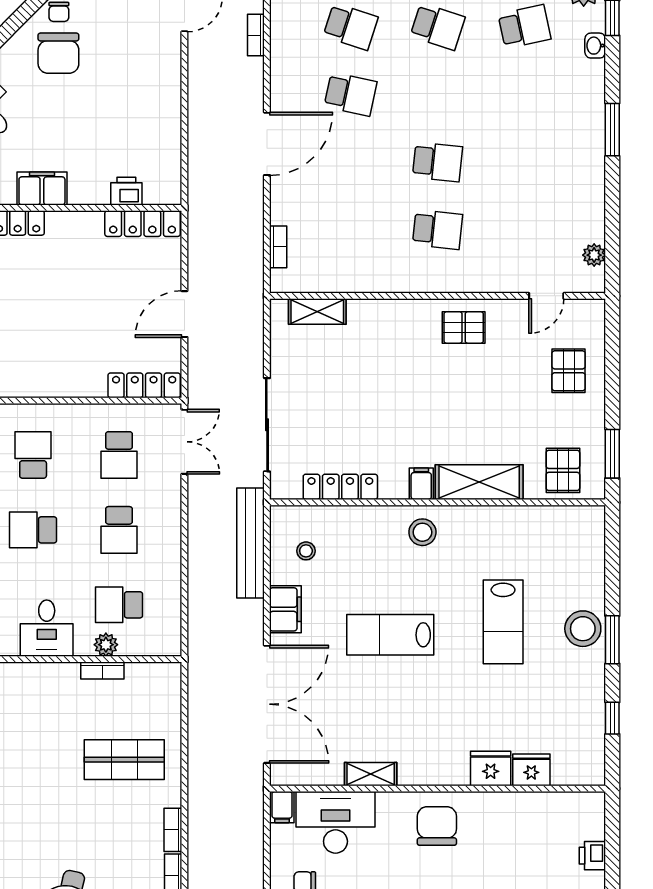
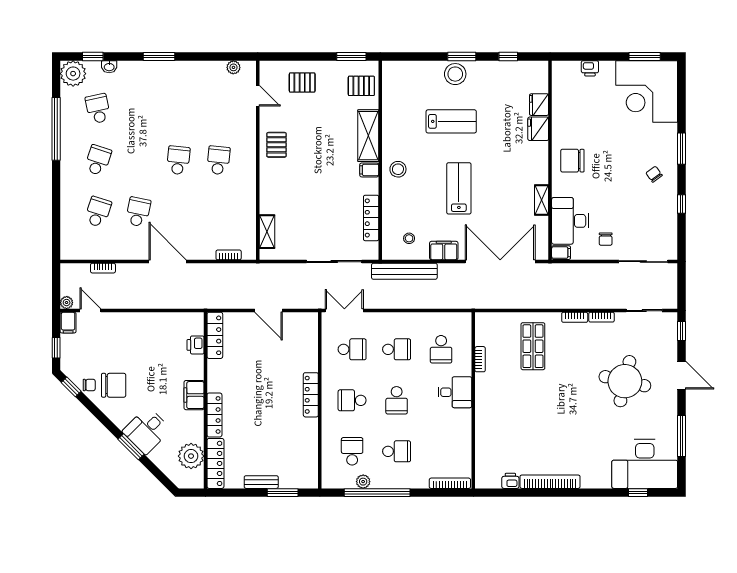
locker: (144, 385) -> (311, 395), moved
lab bench: (390, 635) -> (459, 188), turned 180
plant: (106, 645) -> (465, 357), removed

